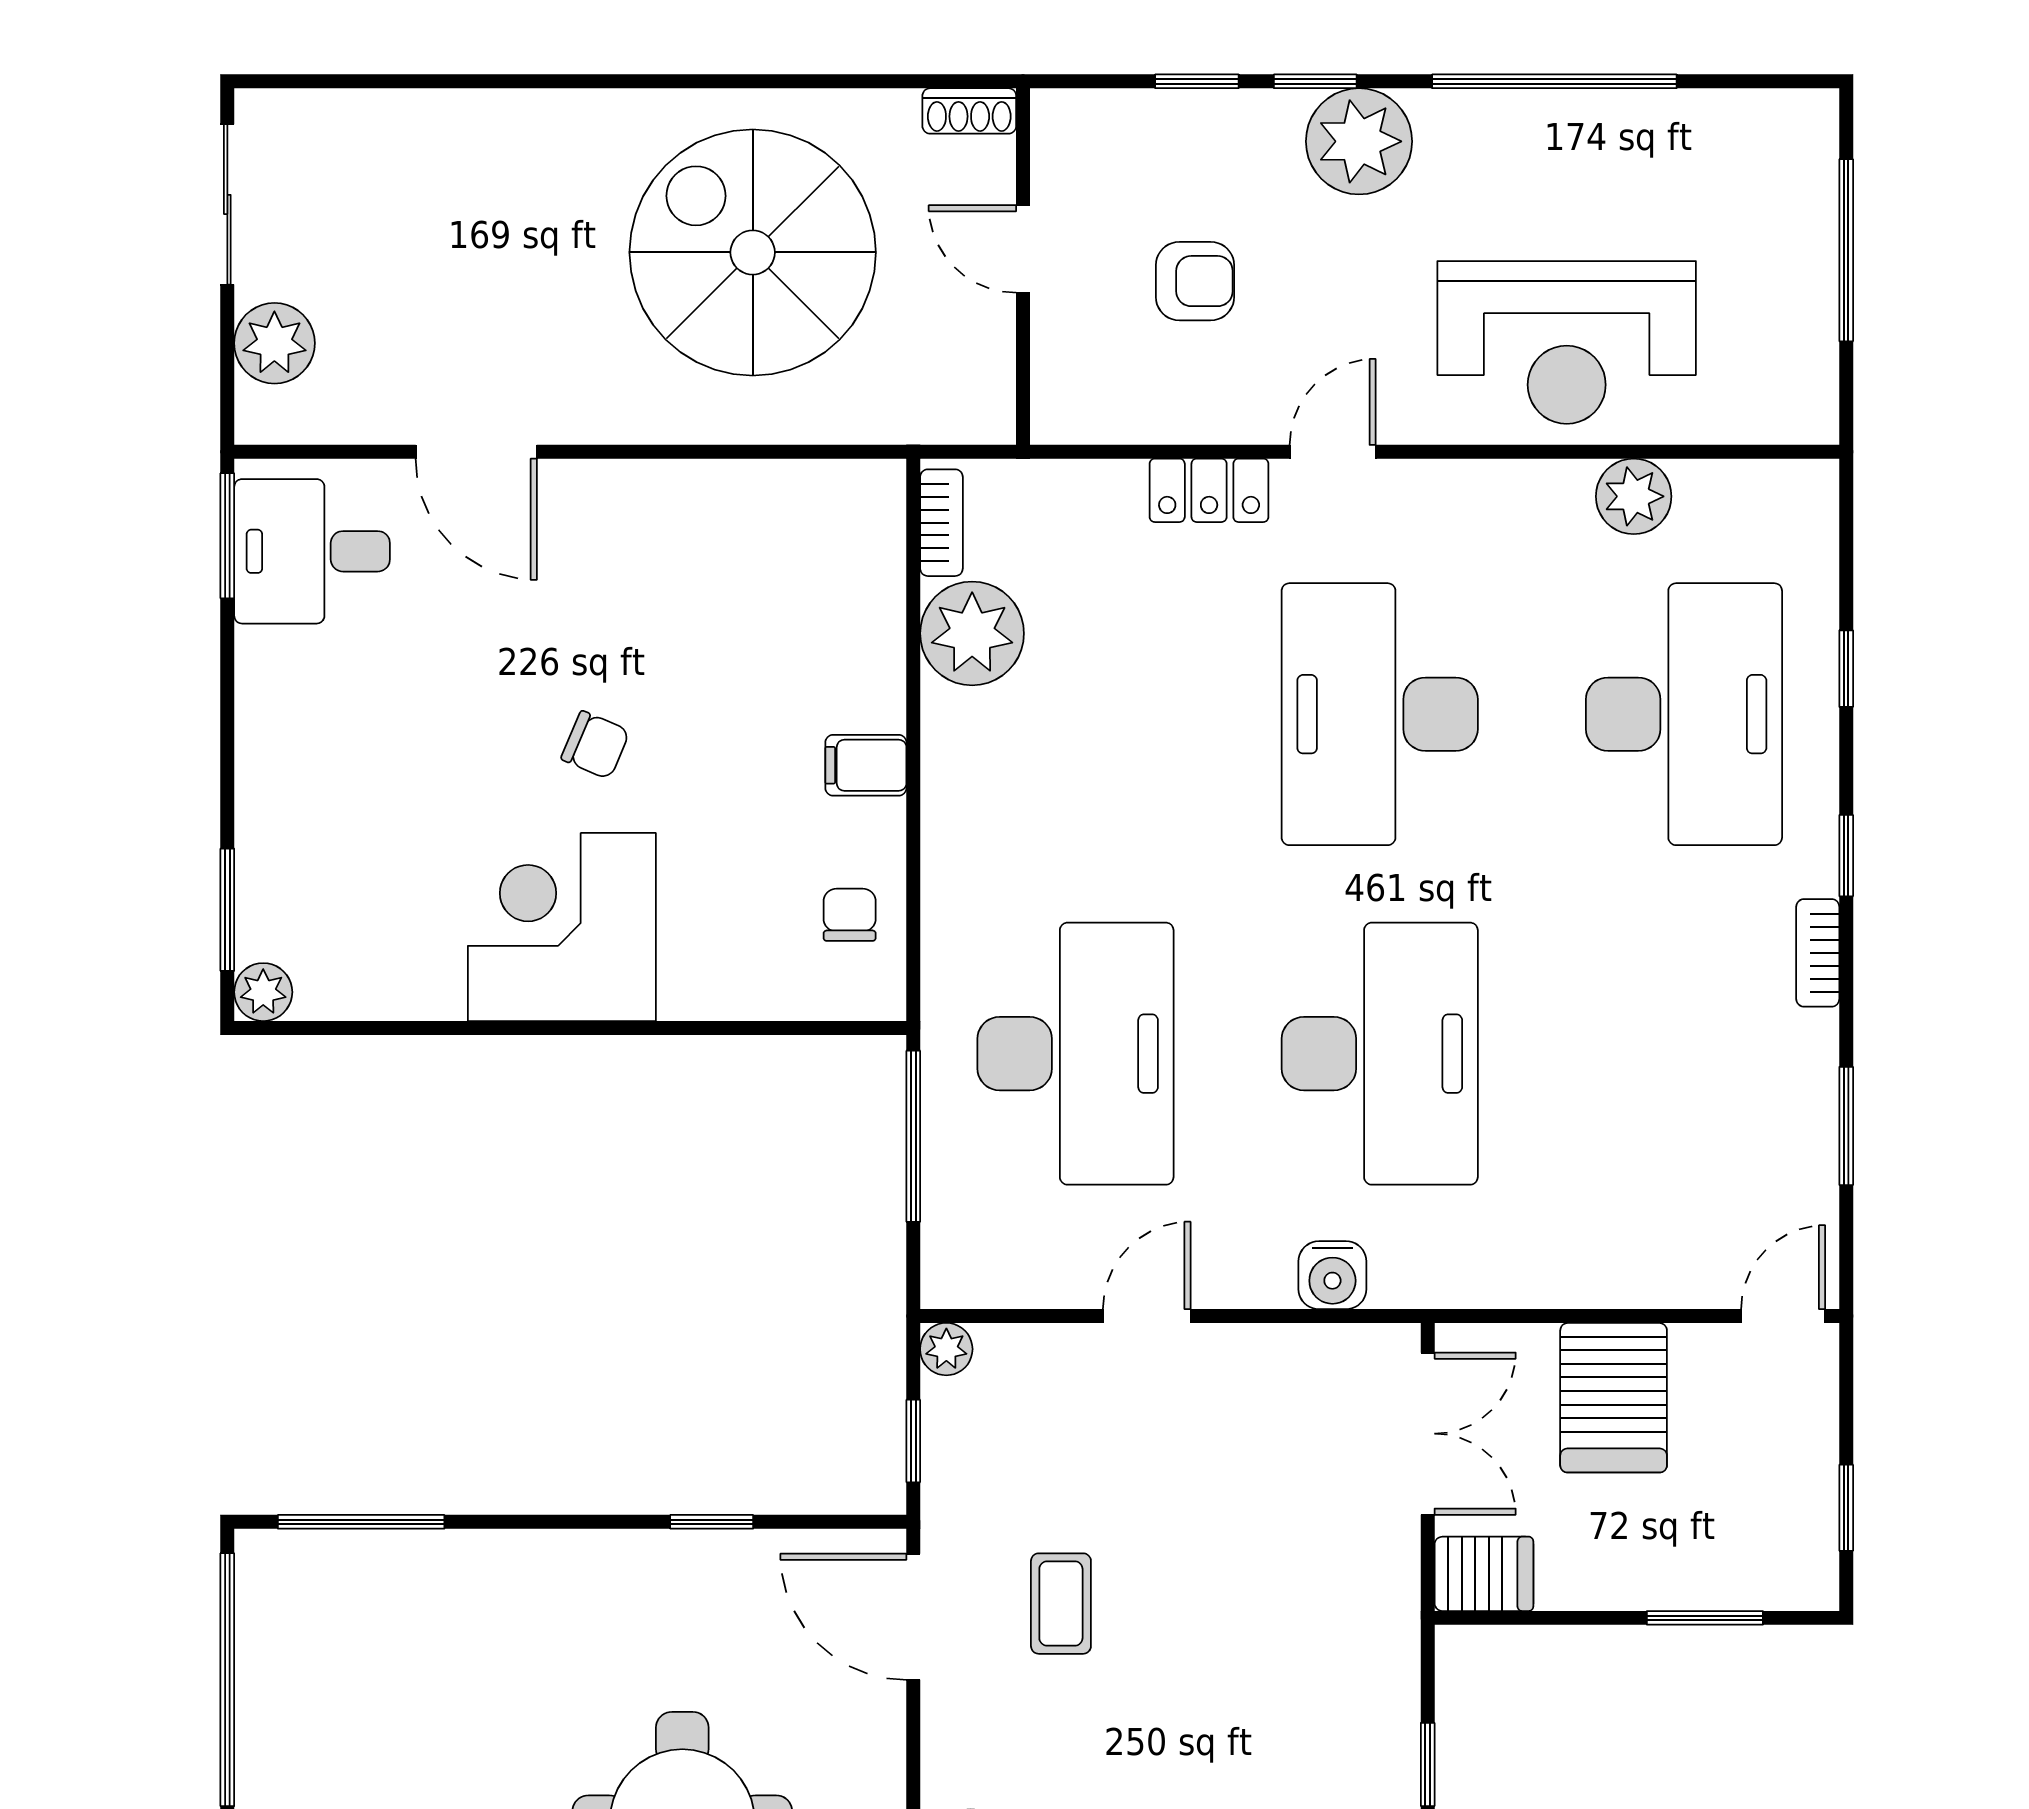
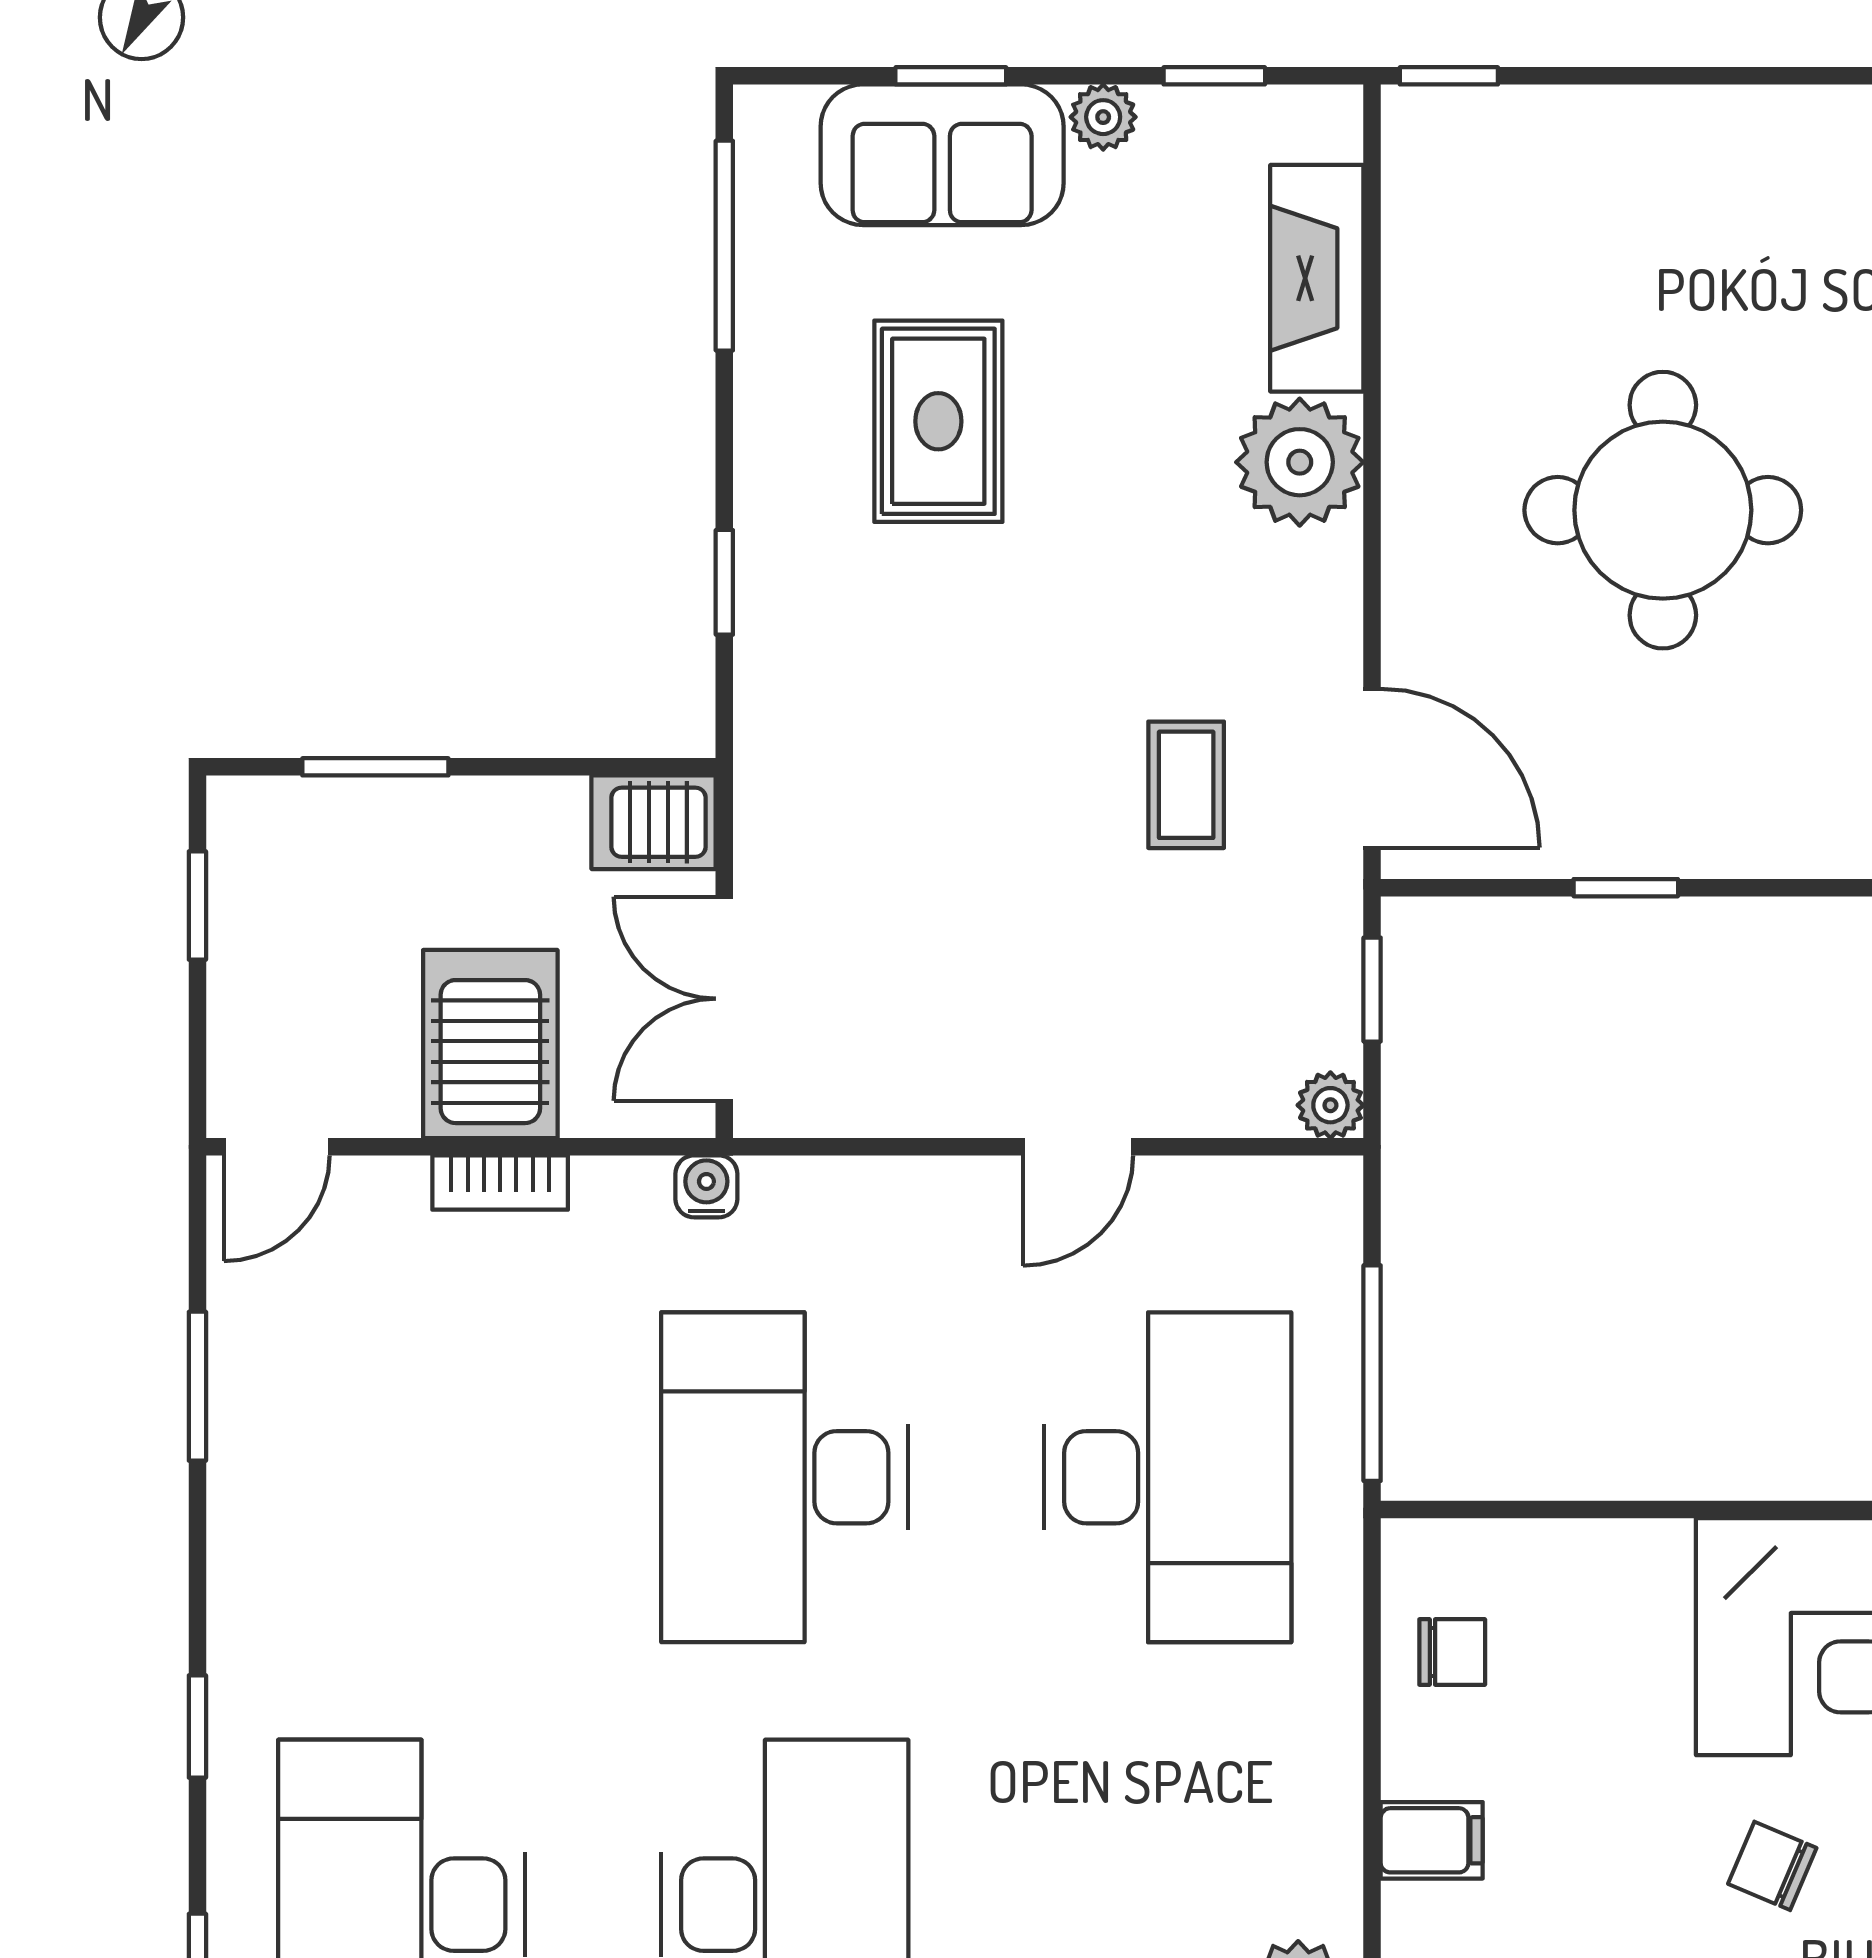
chair: (850, 915) -> (1452, 1652), turned -90
bookcase: (1818, 953) -> (500, 1183), moved, turned 90
desk: (1075, 1054) -> (1168, 1477), turned 180
water cooler: (1332, 1275) -> (706, 1186), moved, width x0.72, depth x0.72

